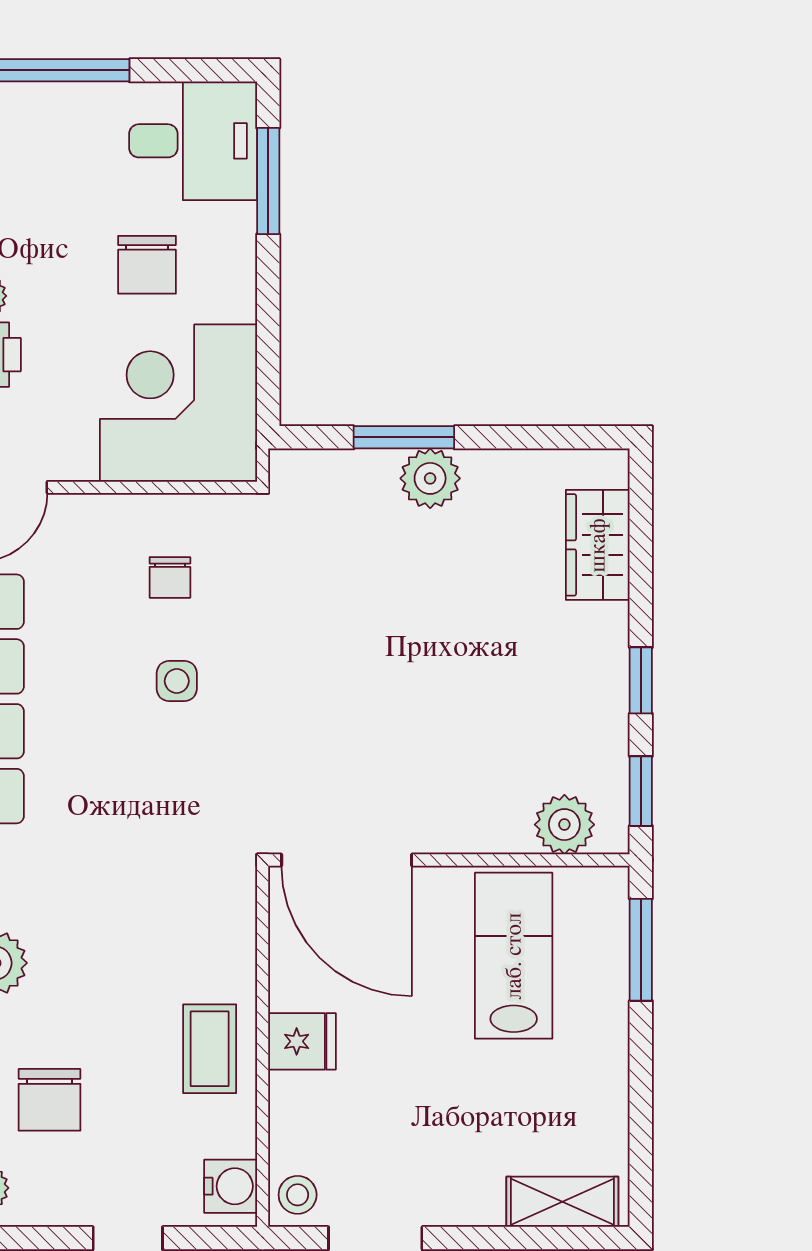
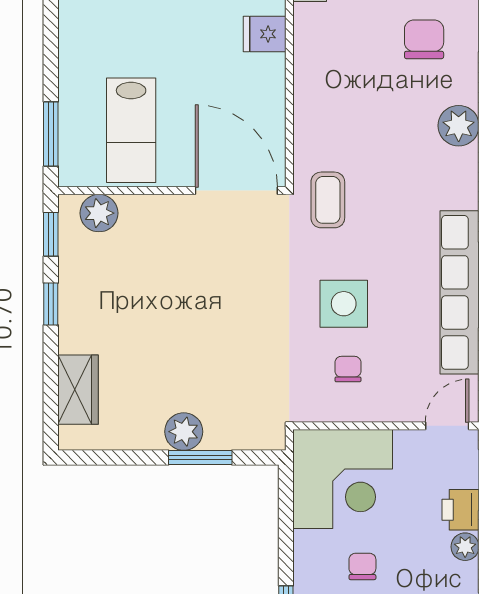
chair: (147, 265) -> (362, 566), width x0.73, depth x0.73
side table: (177, 681) -> (344, 304), width x1.87, depth x1.87
fridge: (302, 1041) -> (265, 34), moved
coffee table: (210, 1049) -> (328, 200), moved

